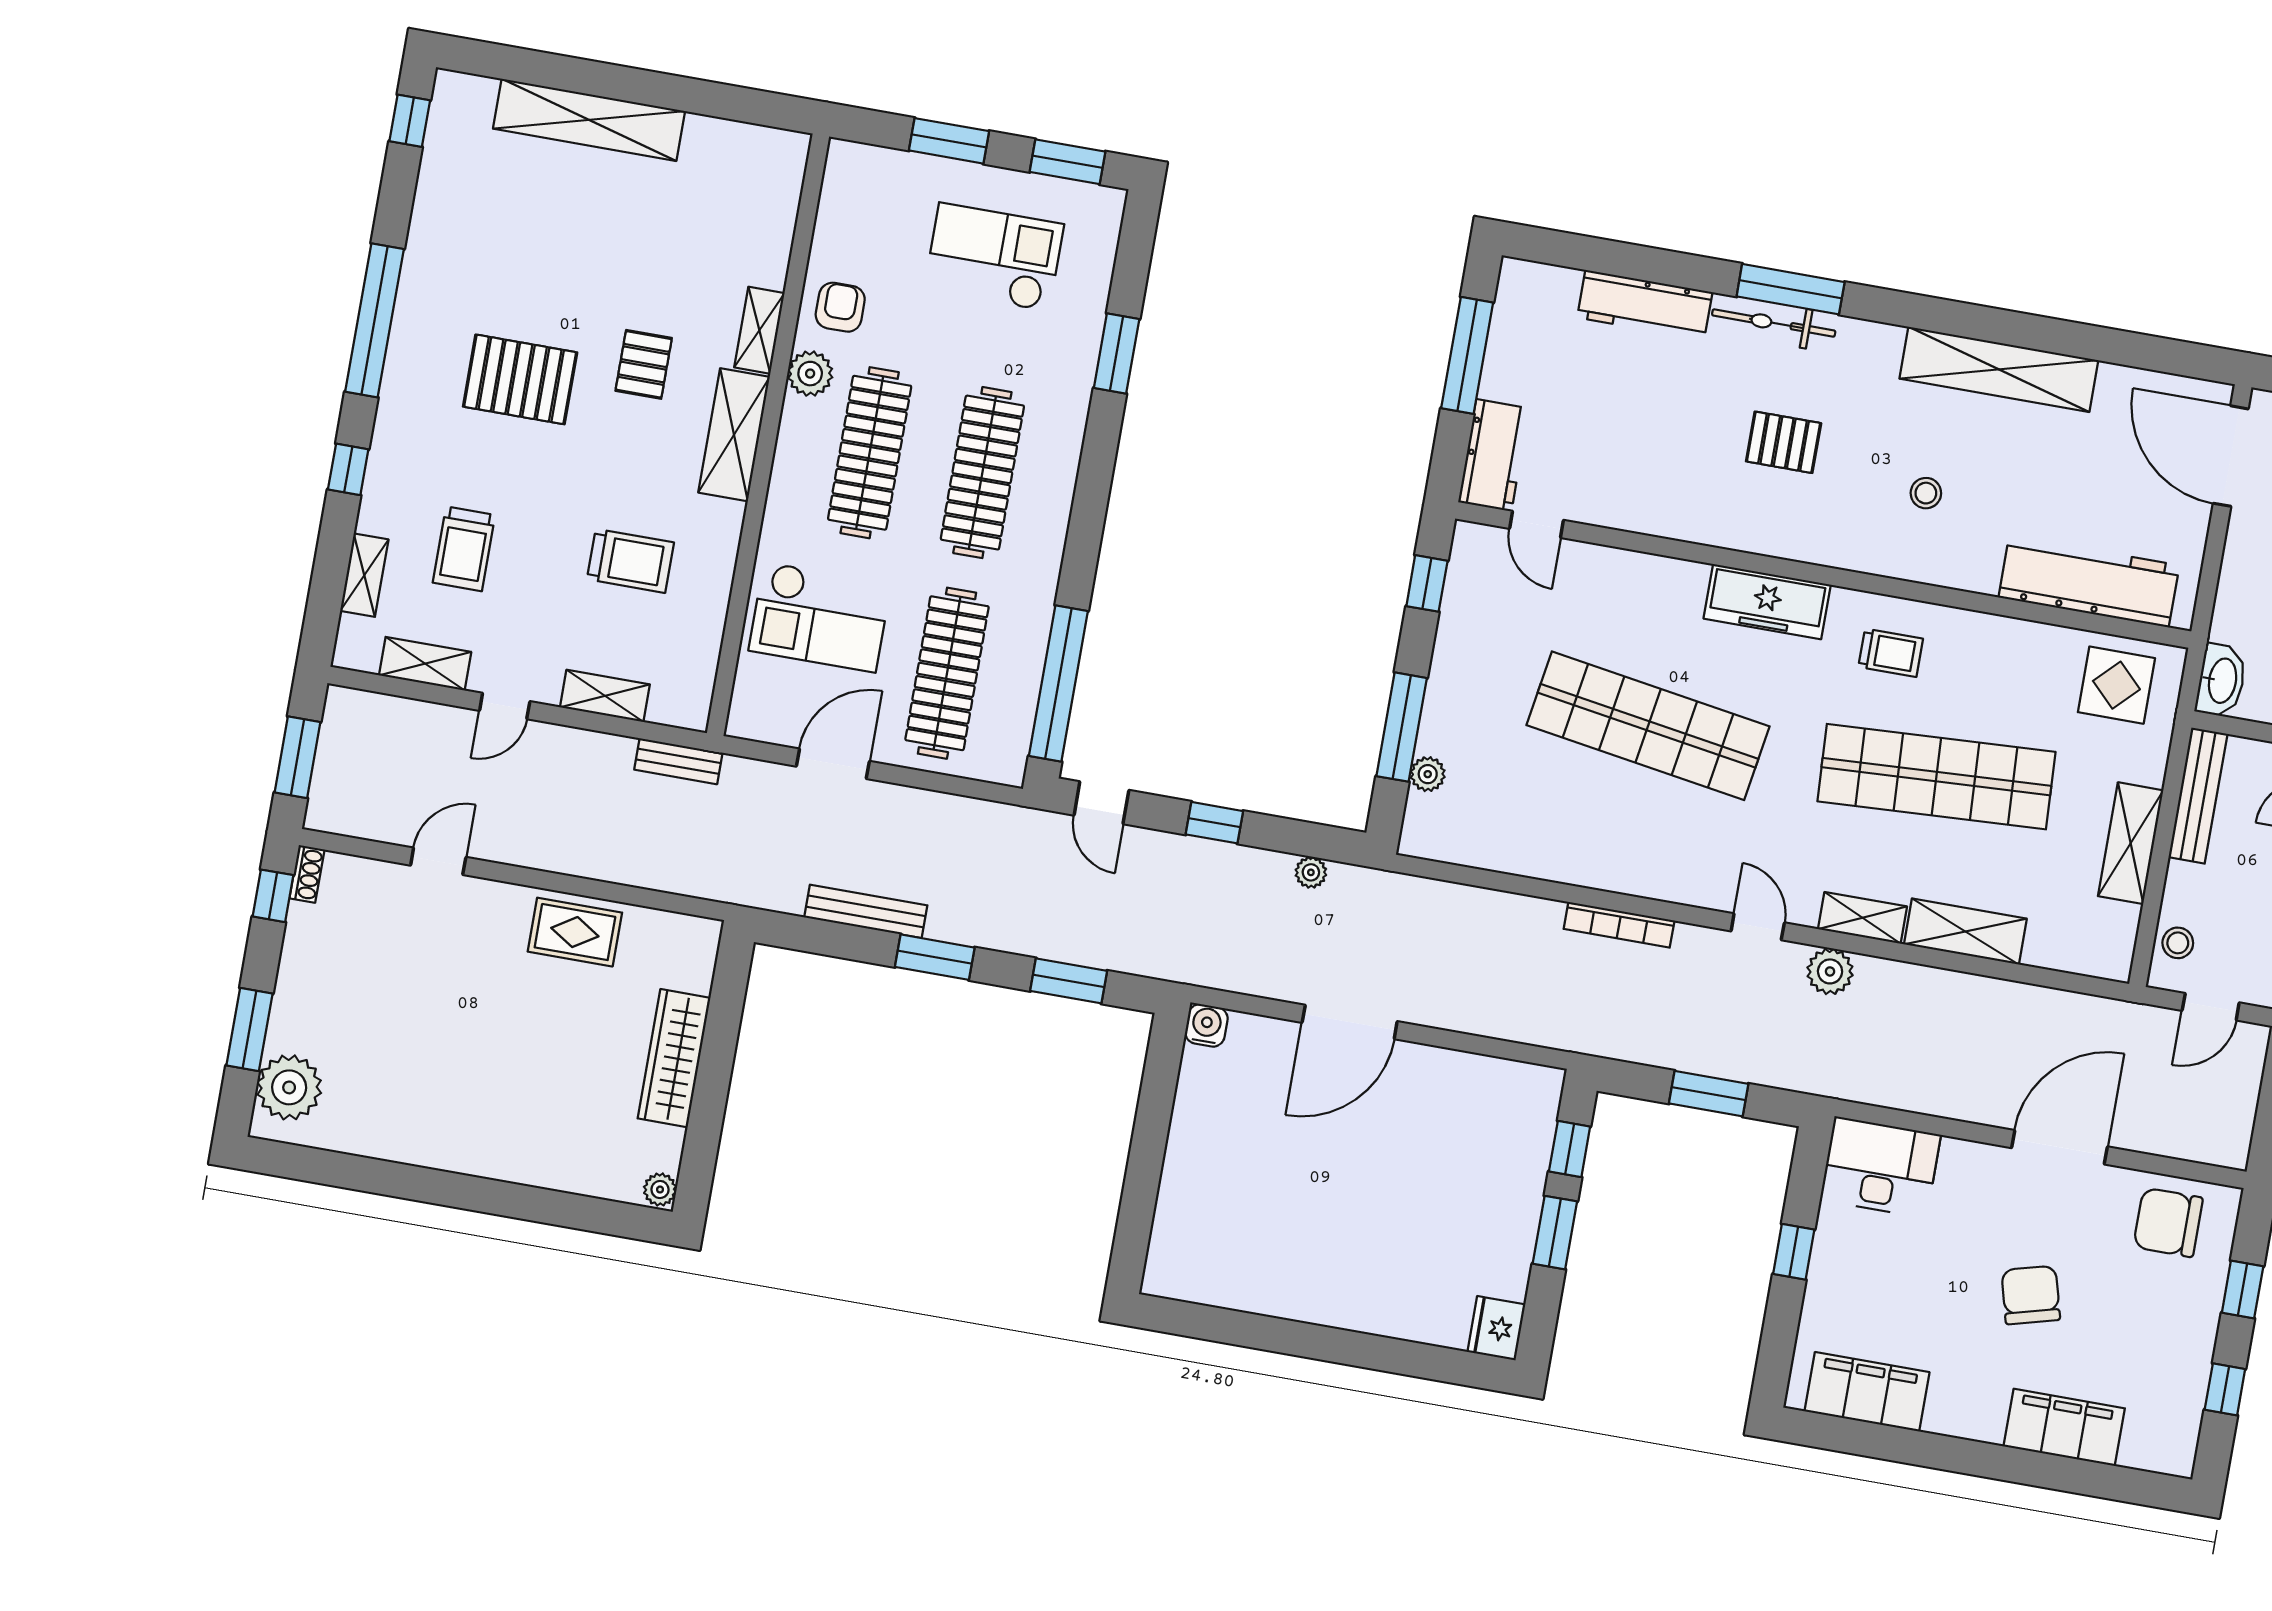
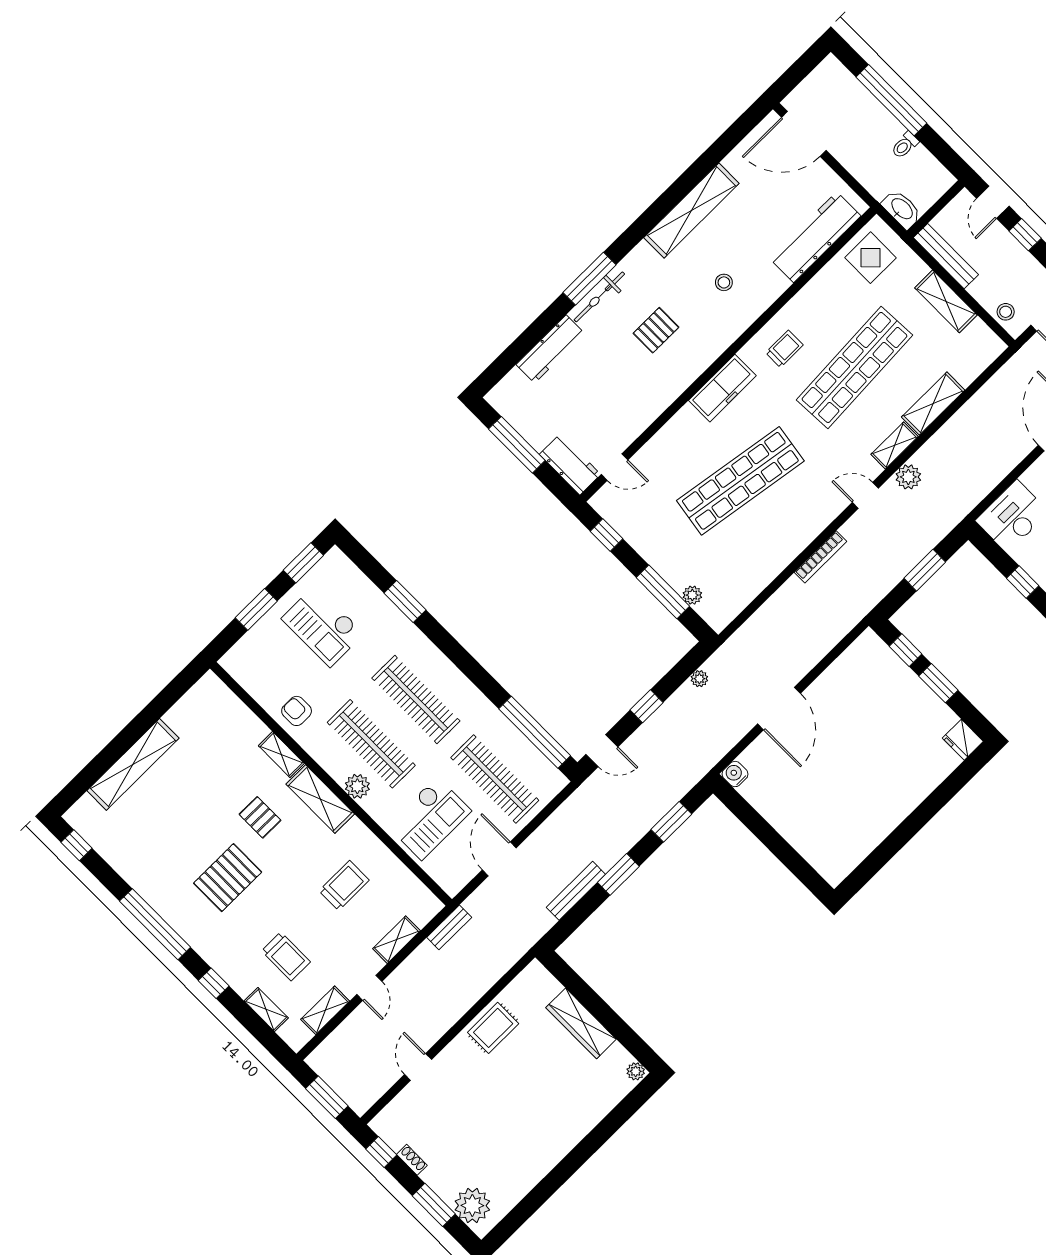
checkout: (994, 257) -> (323, 626), turned -90
plant: (810, 374) -> (357, 786), moved
shoe rack: (307, 874) -> (412, 1160), moved

